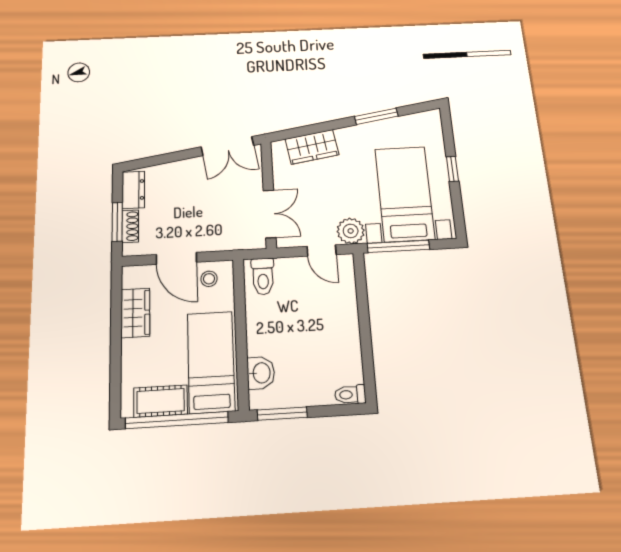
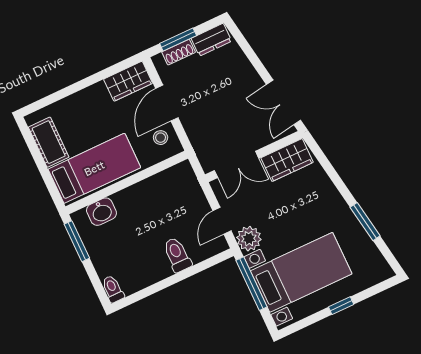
wardrobe: (312, 147) -> (287, 160), moved, turned -81
toilet: (263, 276) -> (177, 255), moved, turned 90
wardrobe: (135, 313) -> (128, 81), moved
window: (177, 420) -> (39, 161), removed

